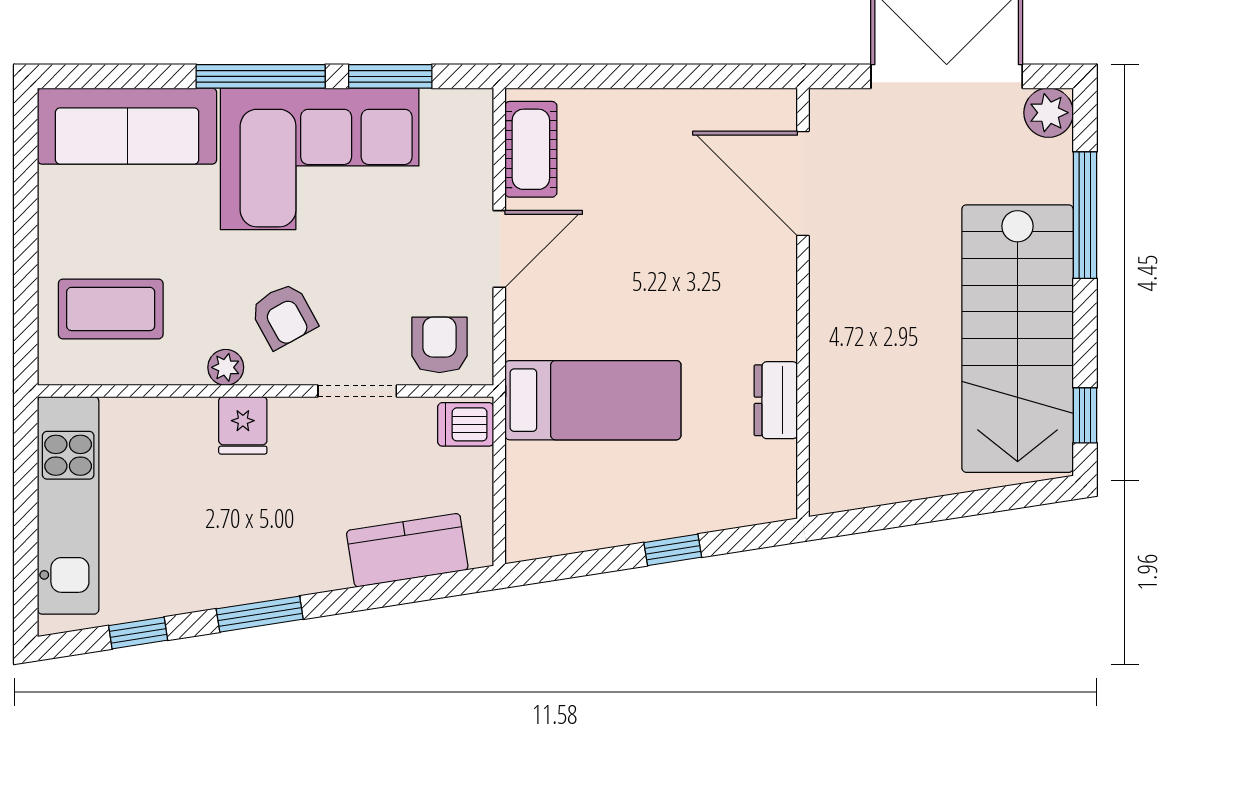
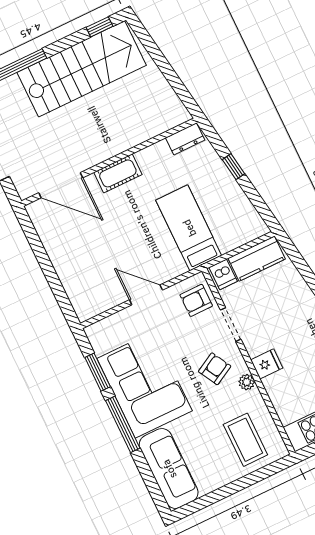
cot: (531, 149) -> (118, 173), moved
door: (803, 183) -> (61, 185), hinge flipped
dresser: (776, 400) -> (185, 139), moved
kitchen counter: (407, 550) -> (257, 259), moved, turned -81

